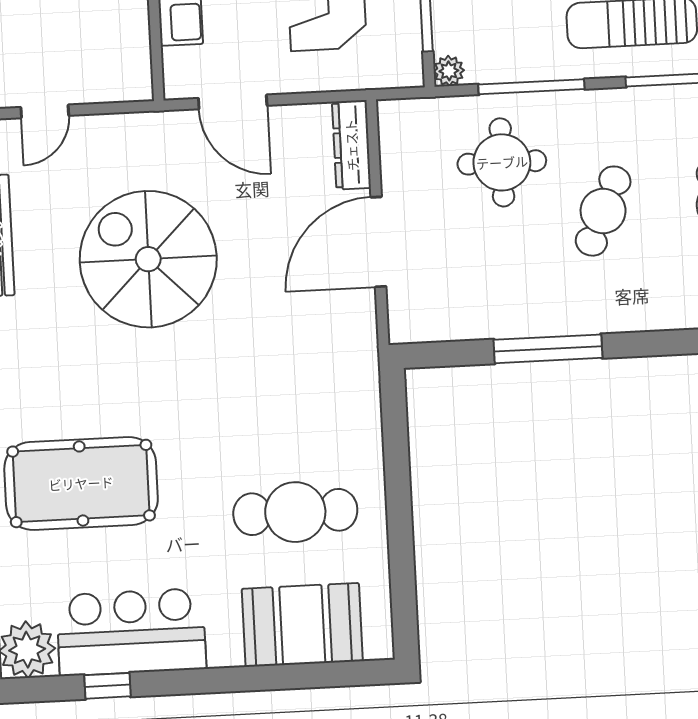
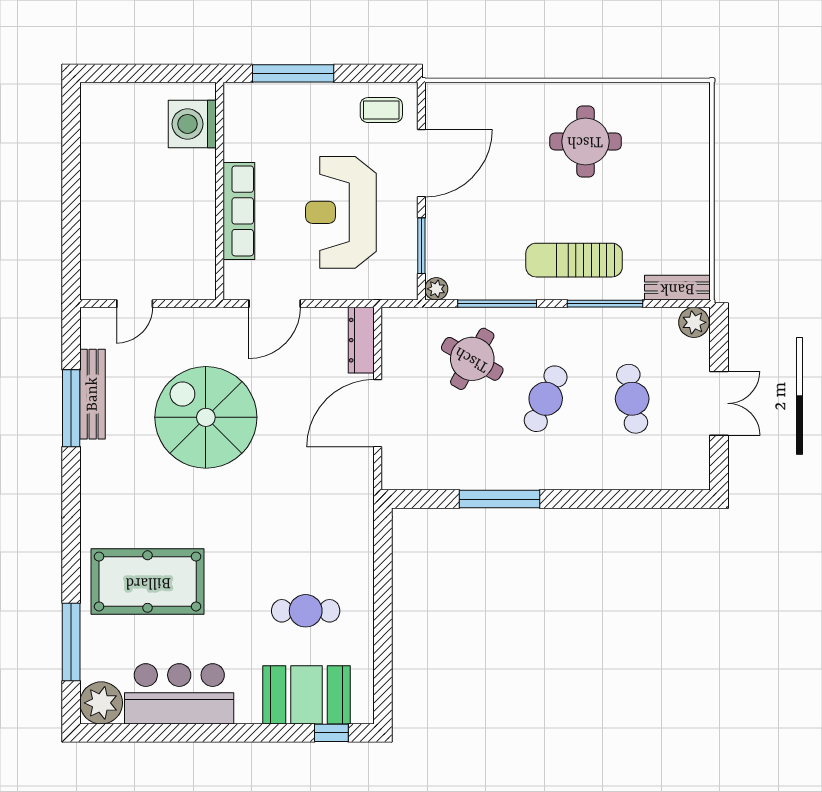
door: (233, 102) -> (275, 304), hinge flipped
round table: (502, 162) -> (472, 359), turned 30
cafe table: (295, 512) -> (306, 611), width x0.73, depth x0.74
window: (108, 686) -> (331, 733), moved

